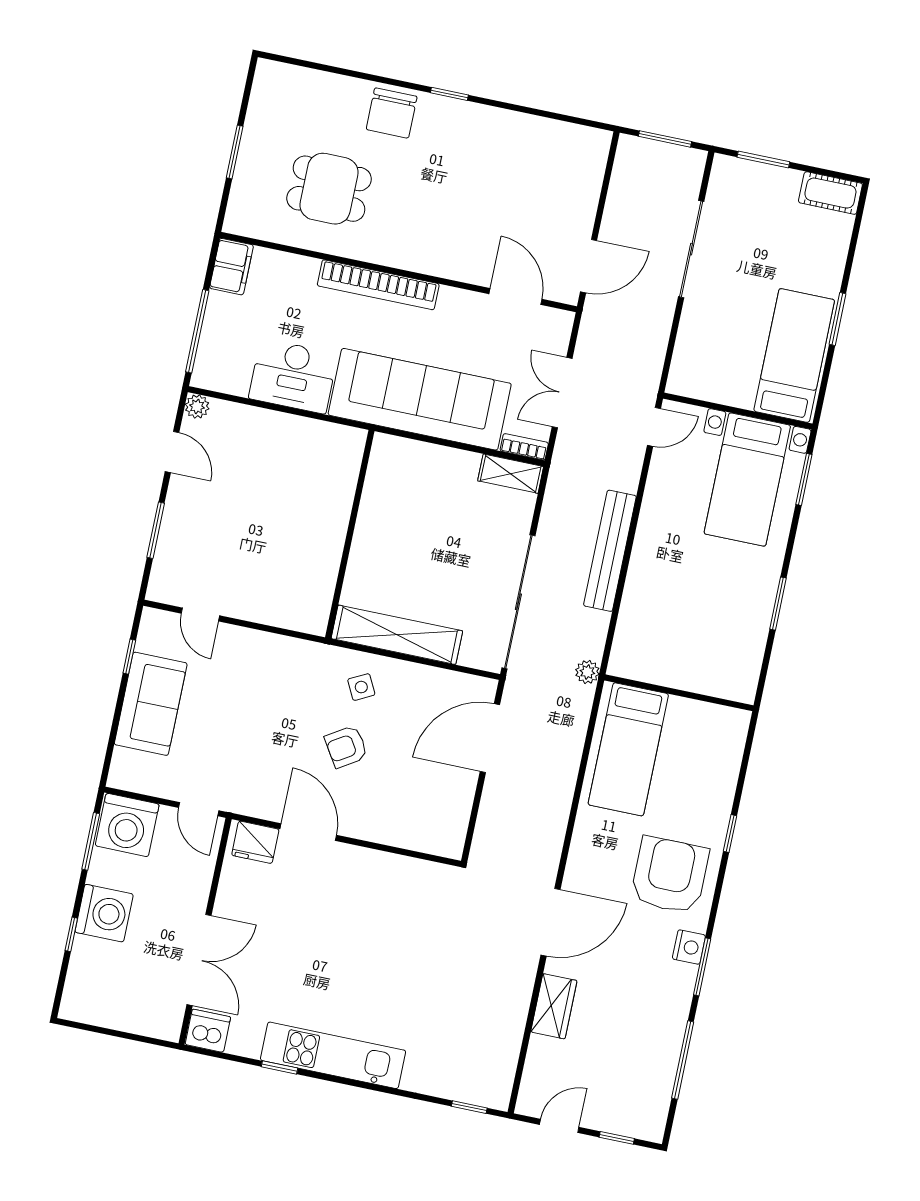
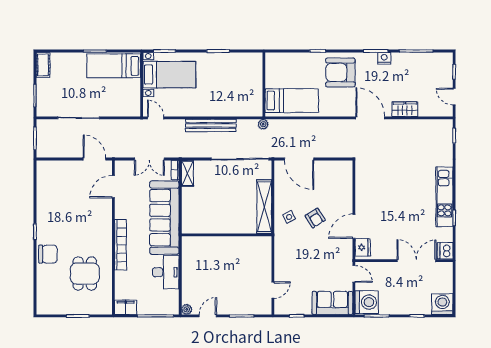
sofa: (151, 704) -> (332, 303), moved
door: (199, 809) -> (354, 274), hinge flipped
washing machine: (104, 913) -> (442, 304), moved
nightstand: (689, 947) -> (384, 58), moved

